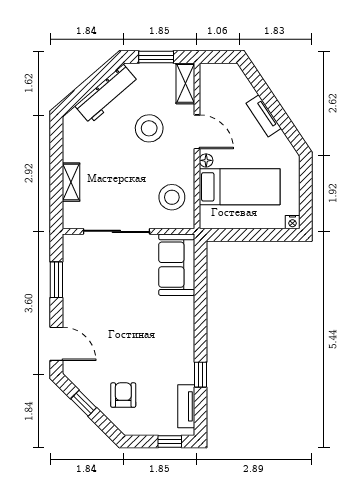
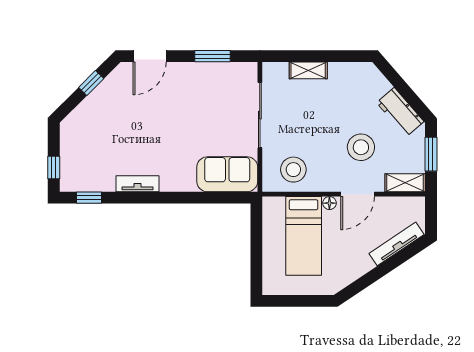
workbench: (107, 94) -> (400, 112), width x0.73
tv unit: (264, 116) -> (397, 244), moved, width x1.41
nightstand: (293, 222) -> (269, 288), removed
window: (200, 375) -> (89, 198), moved
armchair: (123, 395) -> (99, 122), removed
tv unit: (186, 406) -> (138, 184), moved

